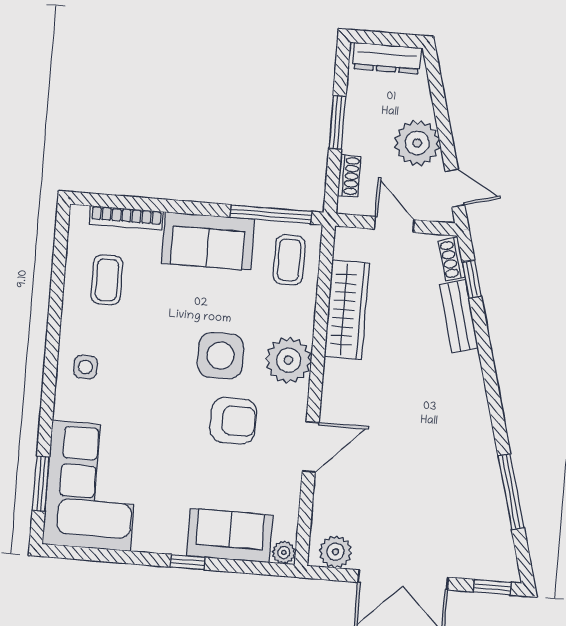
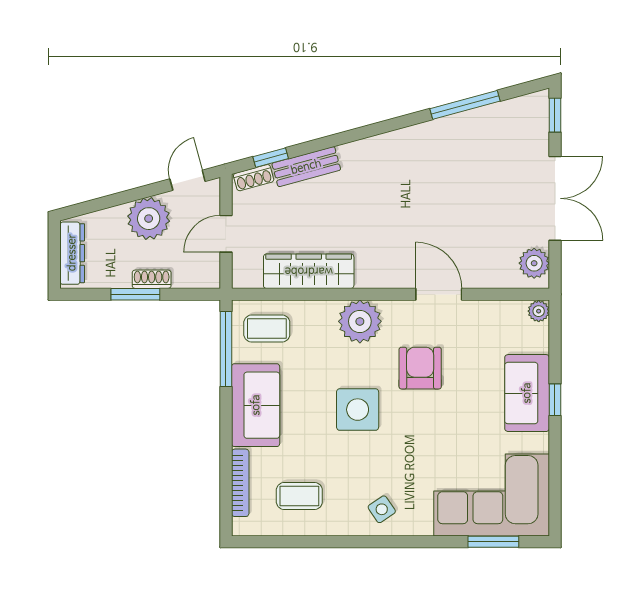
shoe rack: (349, 176) -> (152, 279), moved
side table: (221, 356) -> (358, 410), moved
side table: (85, 367) -> (382, 509), turned -34
sofa: (230, 536) -> (527, 393), moved

